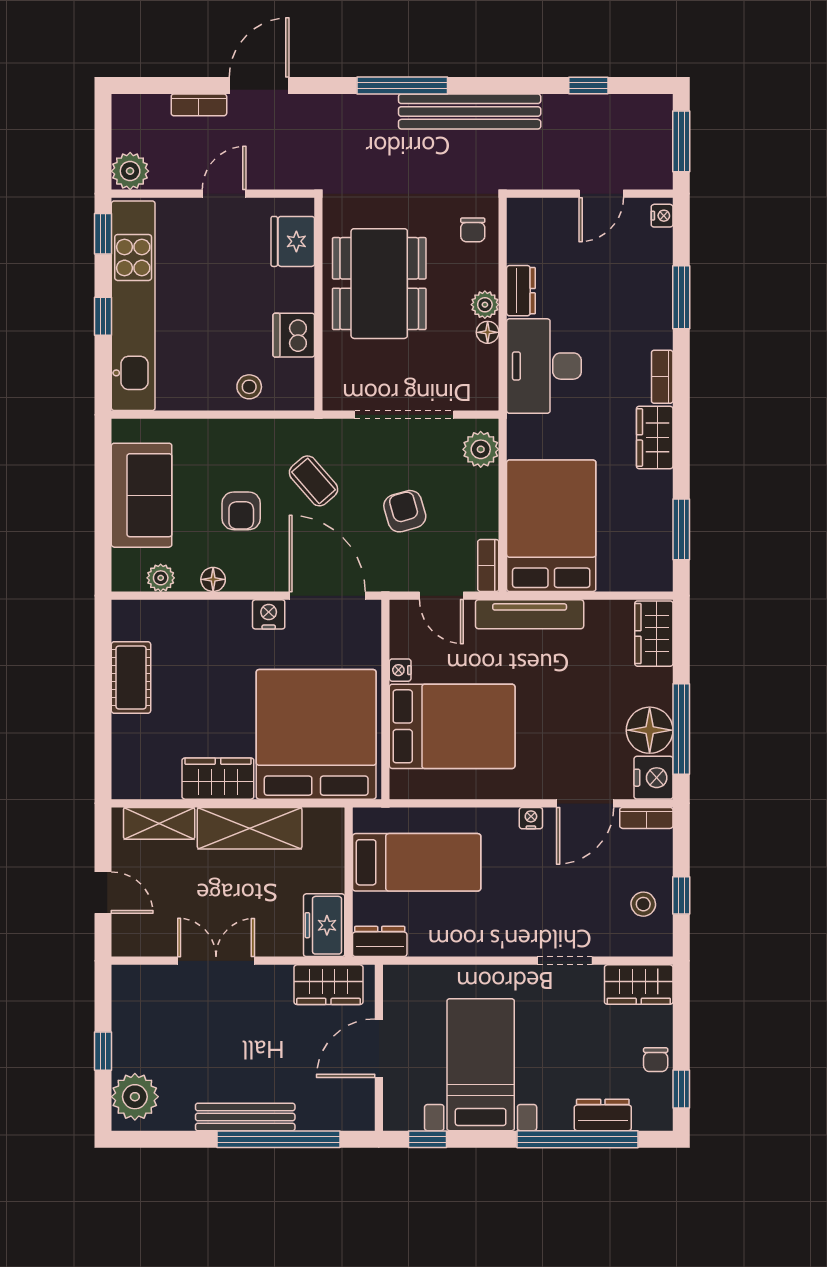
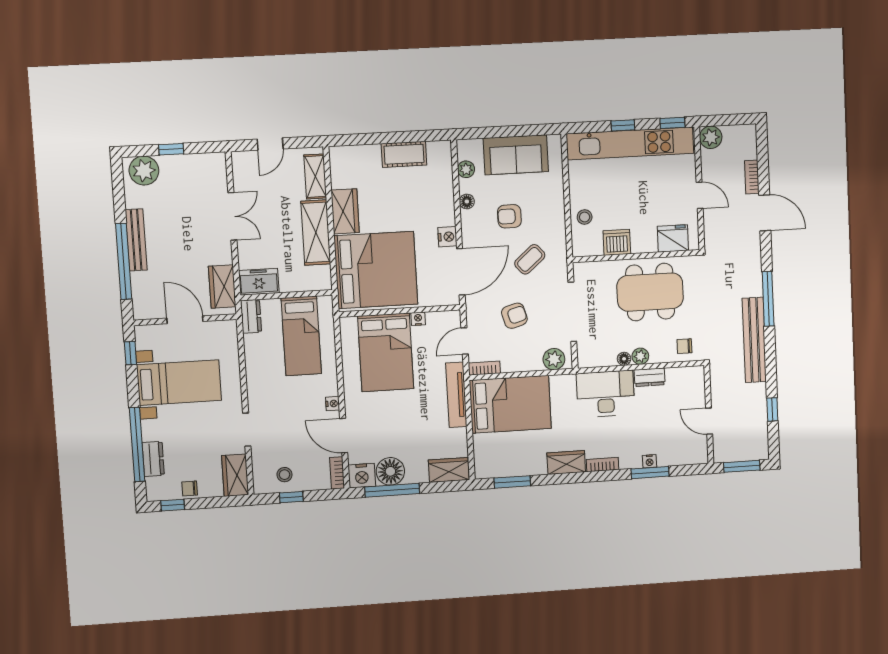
nightstand: (662, 216) -> (650, 461), moved

